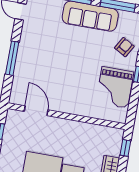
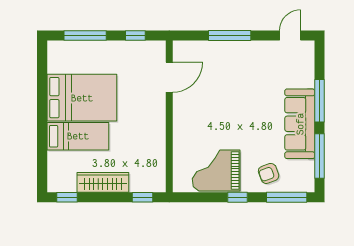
armchair: (124, 47) -> (269, 173), turned 130

